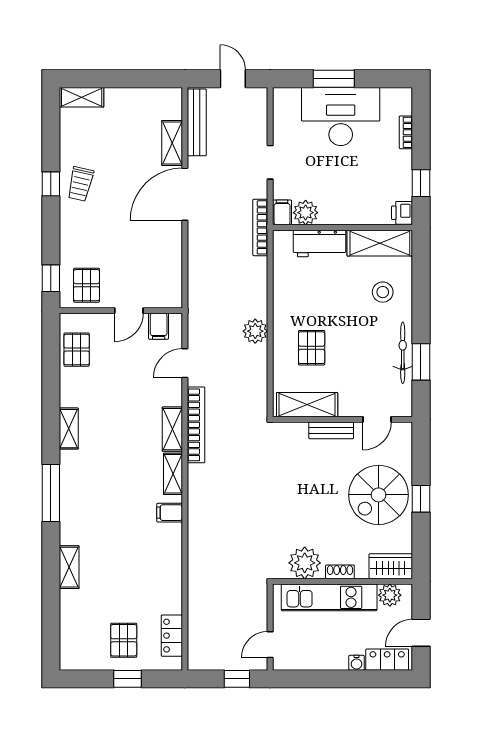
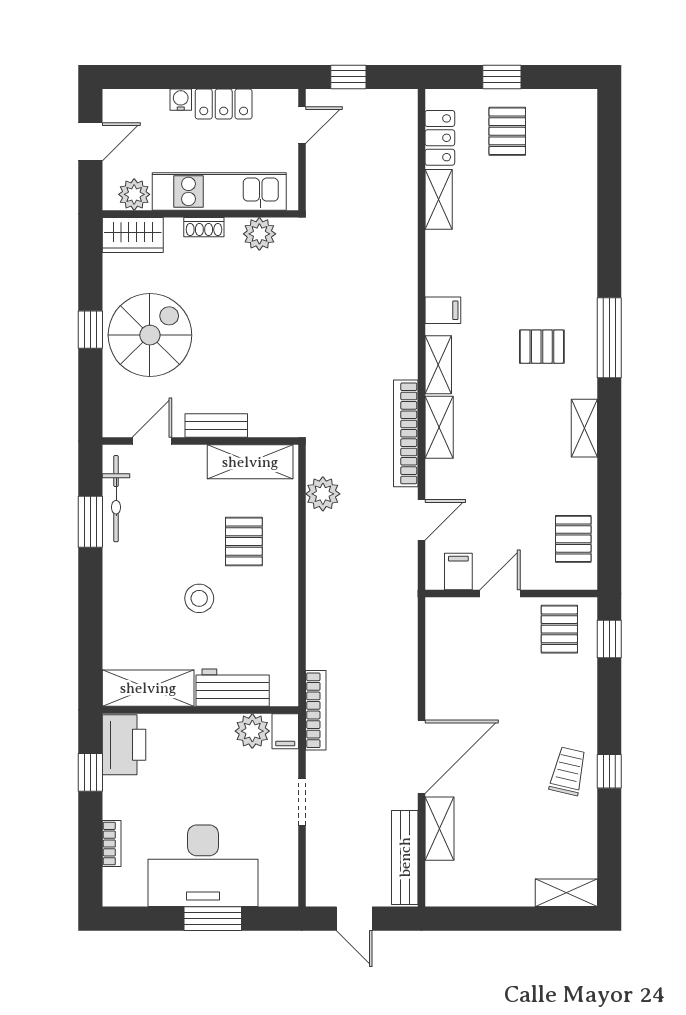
printer: (402, 213) -> (124, 745), width x1.87, depth x1.48
stool: (383, 292) -> (199, 598), moved
plant: (255, 331) -> (323, 494), moved
bicycle: (403, 353) -> (116, 499), moved
pallet: (99, 487) -> (542, 347), added
plant: (305, 563) -> (259, 234), width x0.73, depth x0.73
shelving: (69, 567) -> (439, 199), moved
locker: (387, 660) -> (224, 104), moved

